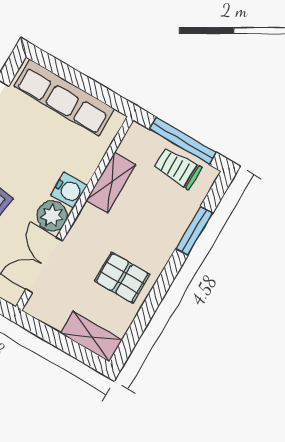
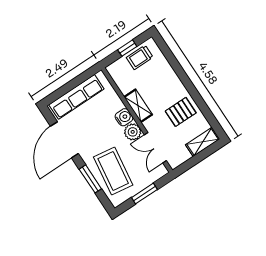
window: (183, 141) -> (127, 48), width x0.46
shelving: (111, 183) -> (138, 106), moved
window: (194, 231) -> (175, 64), removed

